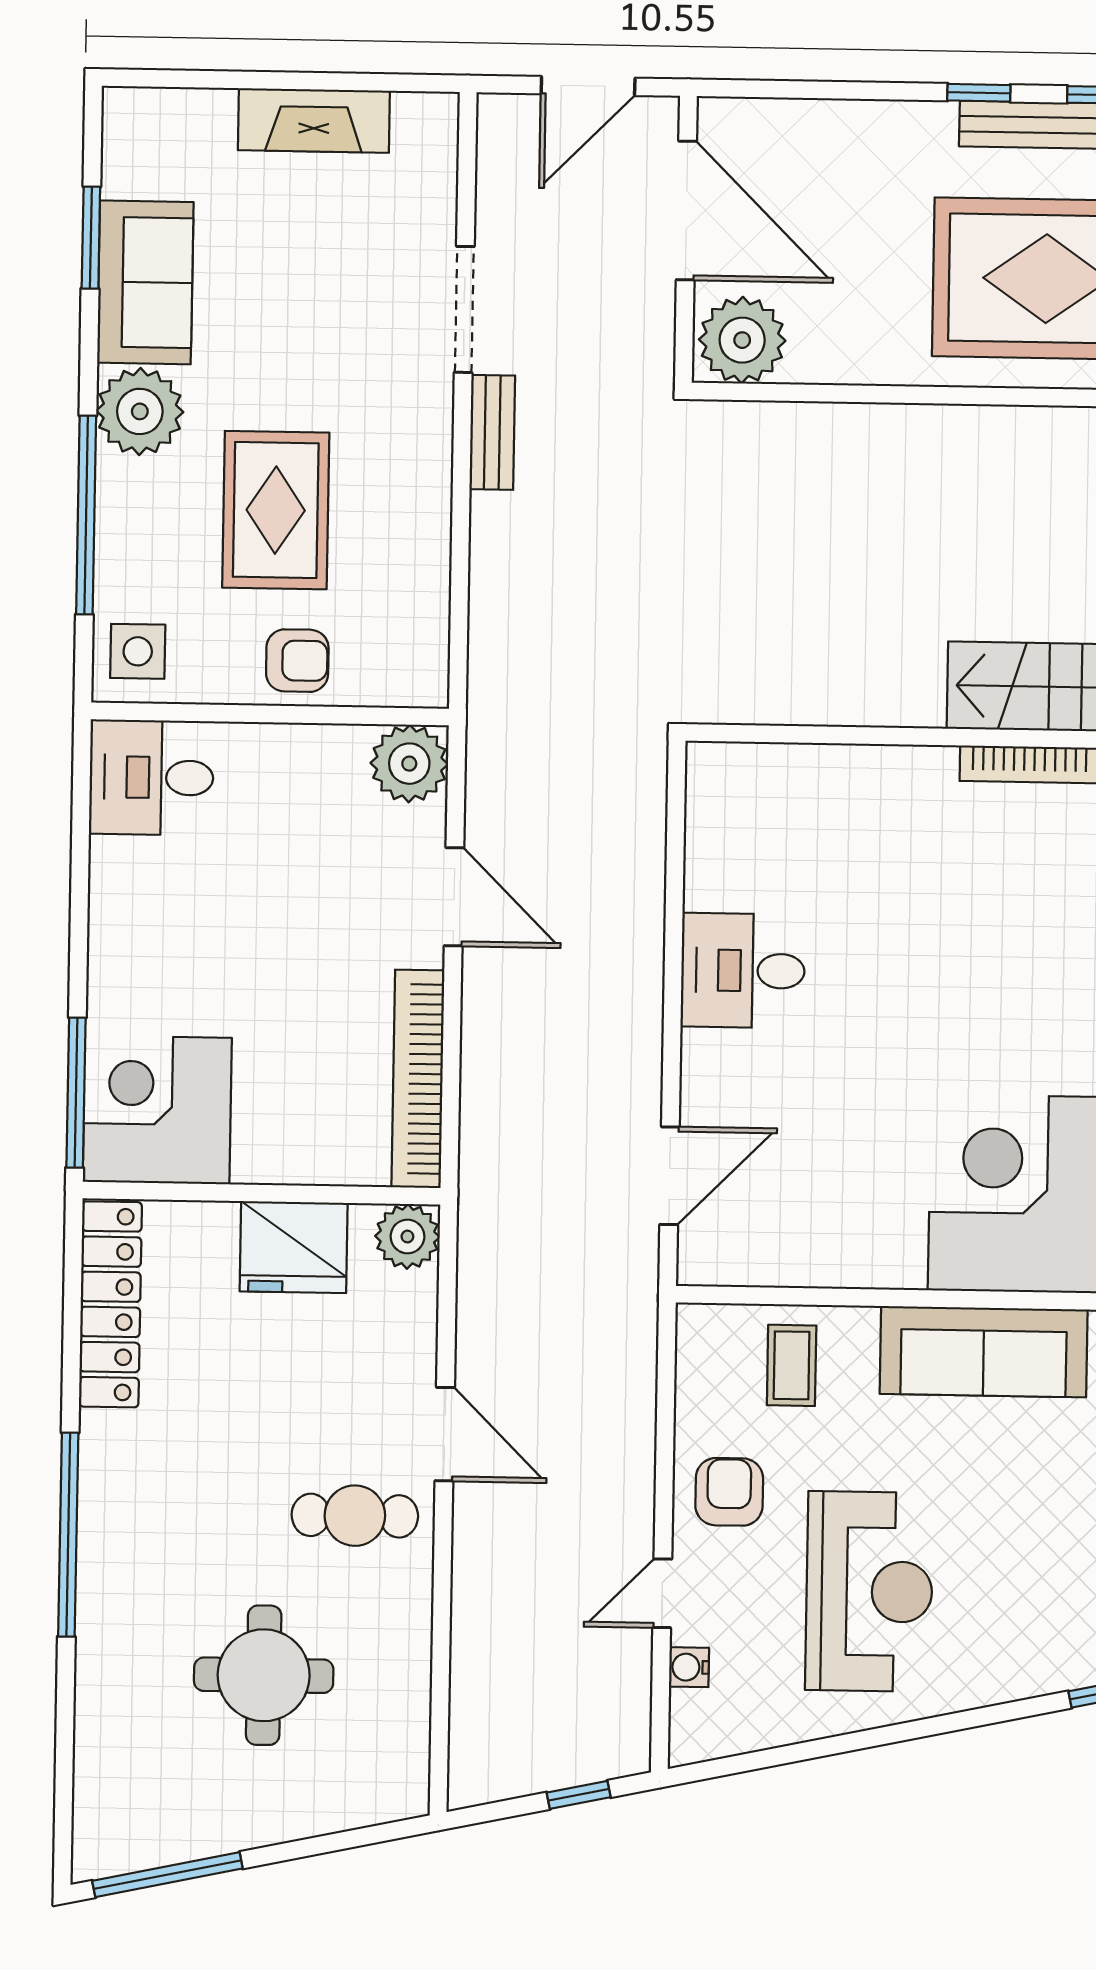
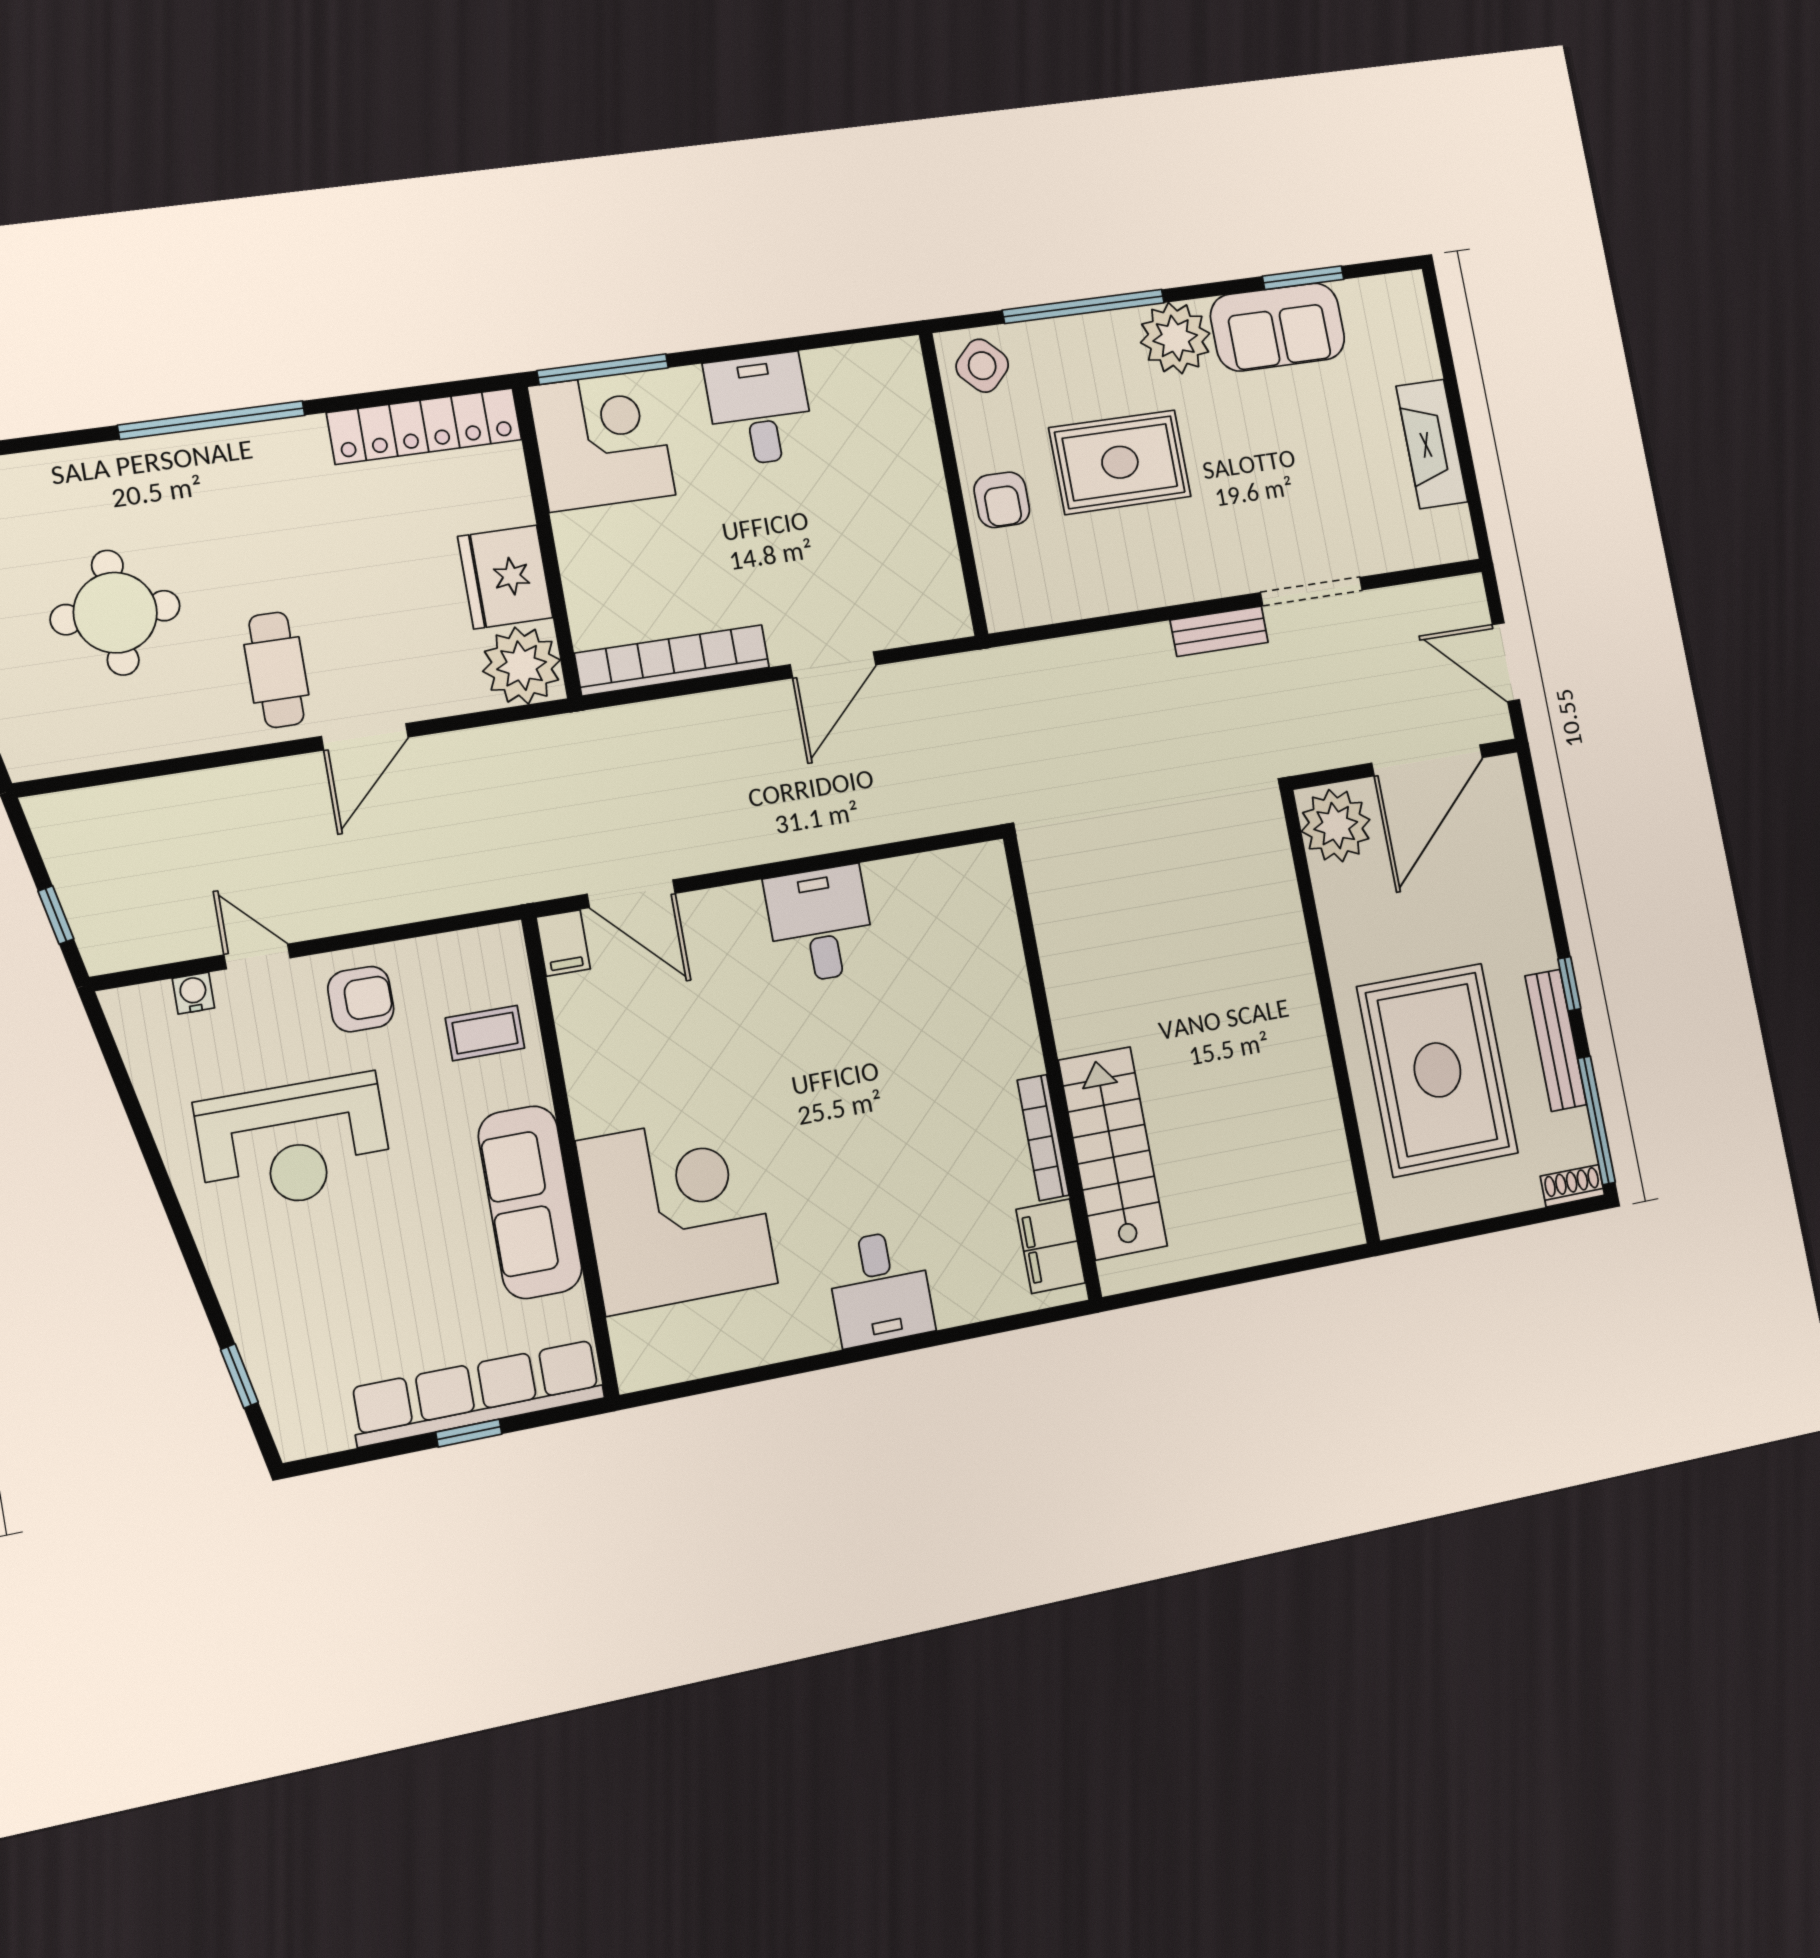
side table: (138, 651) -> (982, 366), turned 45
plant: (409, 764) -> (936, 608), removed
desk: (151, 777) -> (760, 409), moved
plant: (407, 1237) -> (522, 666), width x1.36, depth x1.36
filing cabinet: (710, 1261) -> (563, 943), added

